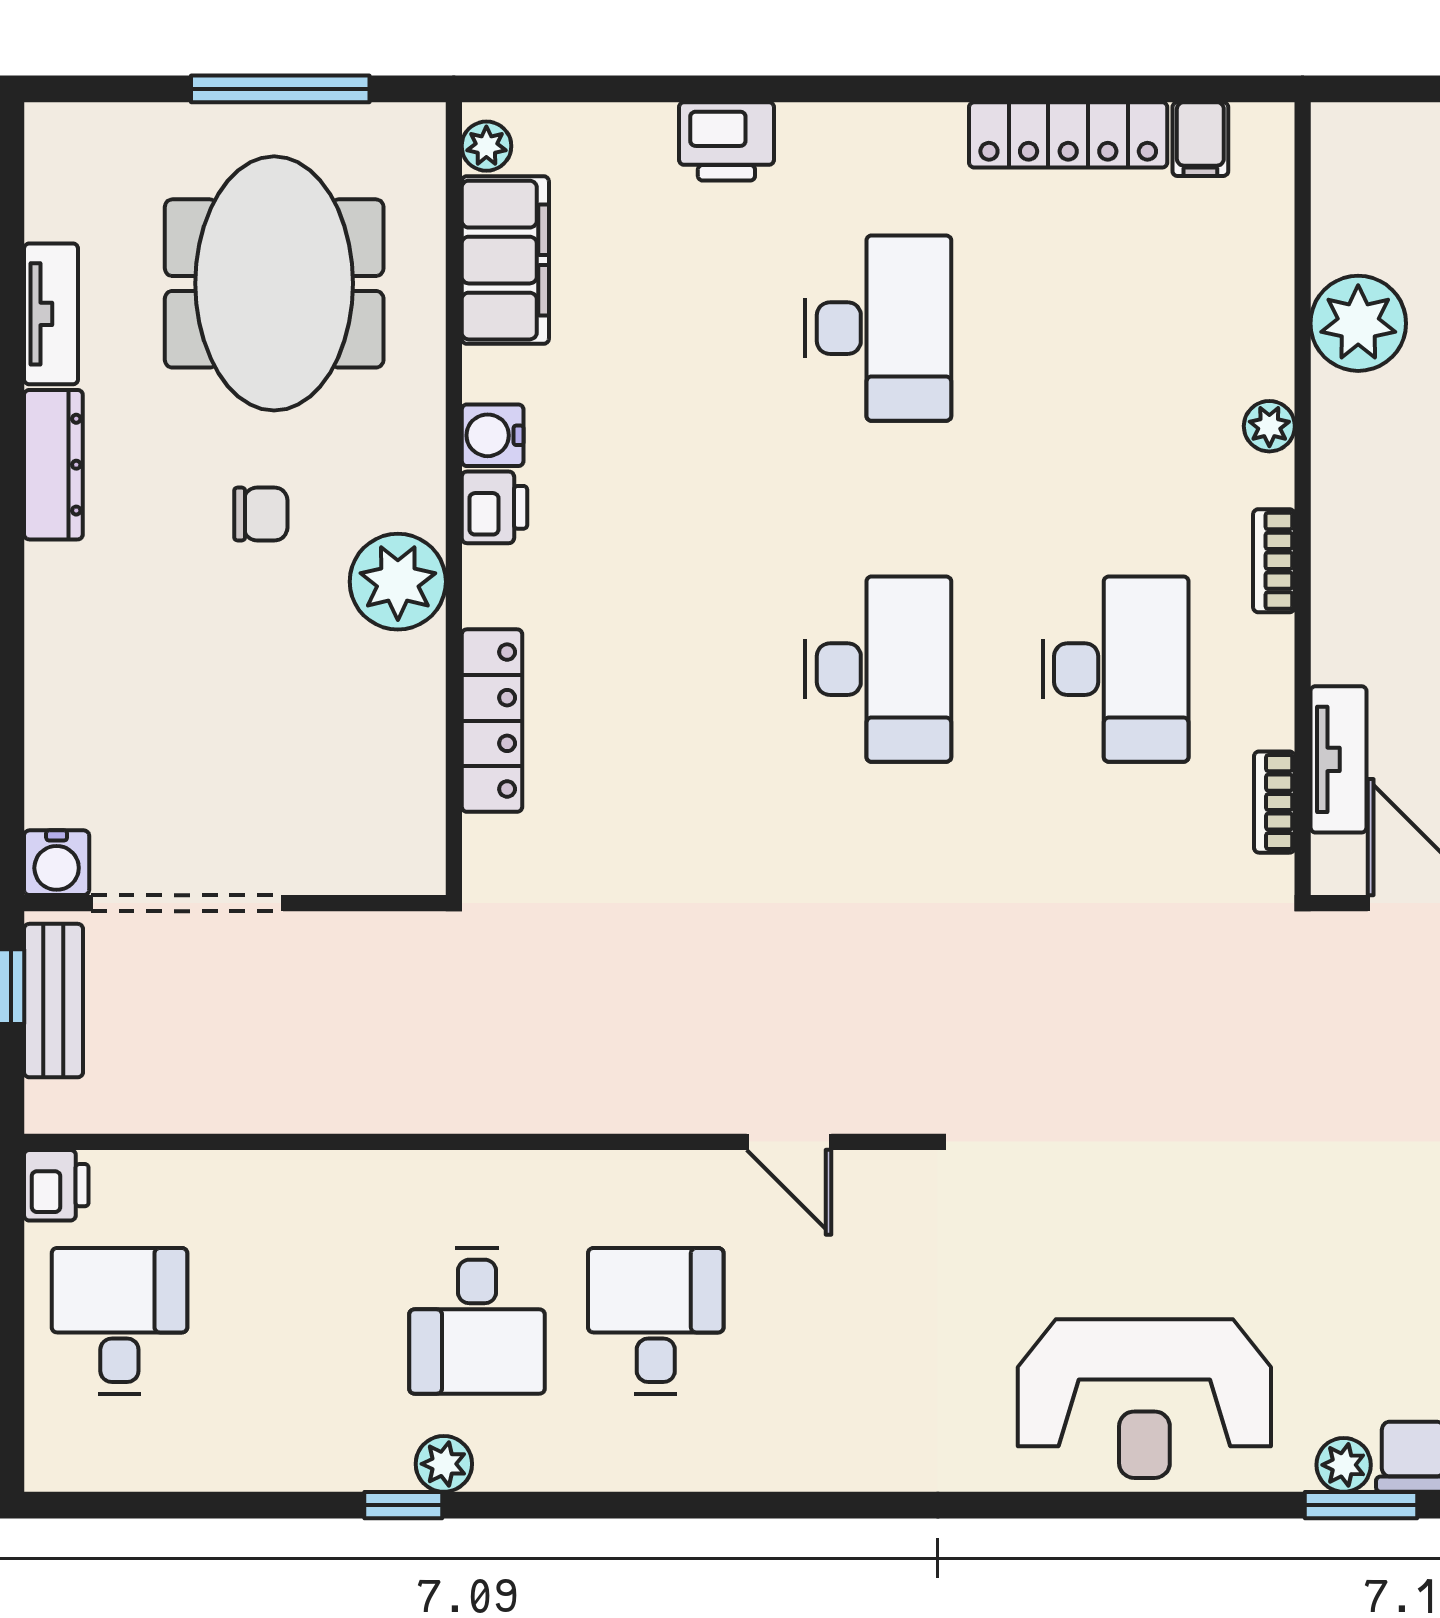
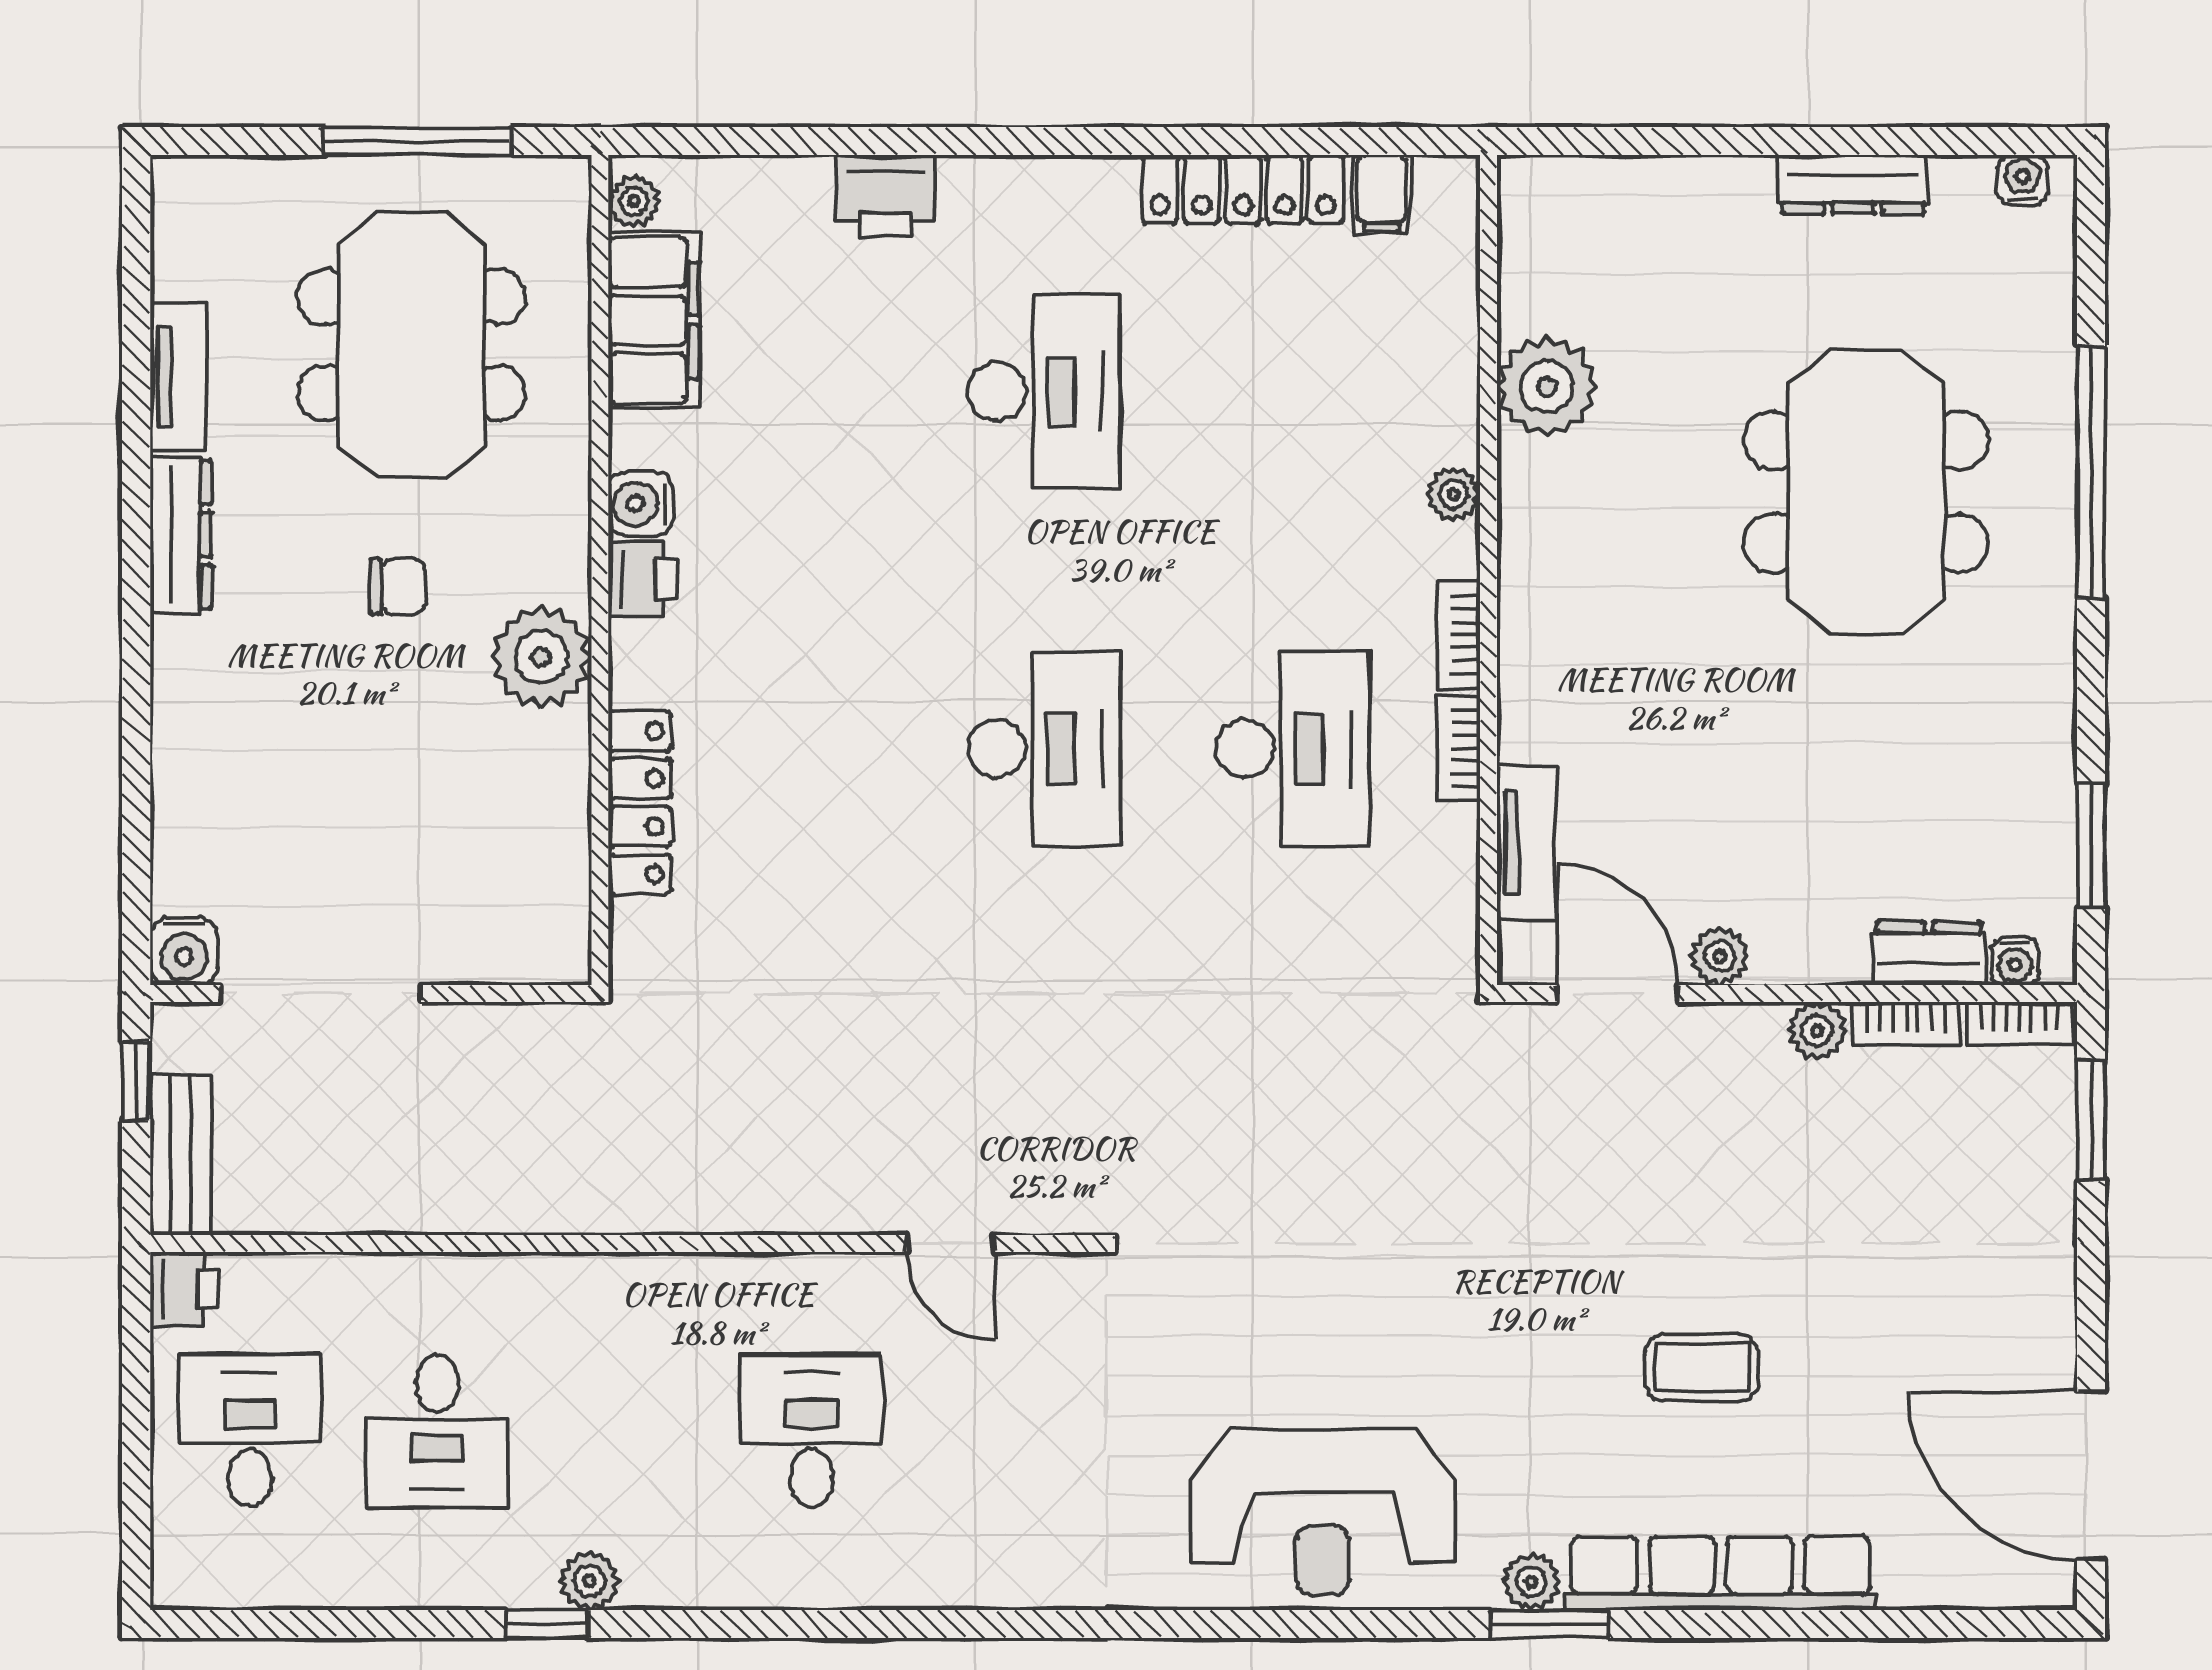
bookcase: (1274, 802) -> (1459, 748), moved
bench: (53, 1001) -> (181, 1155), moved
desk: (477, 1321) -> (437, 1431), moved

